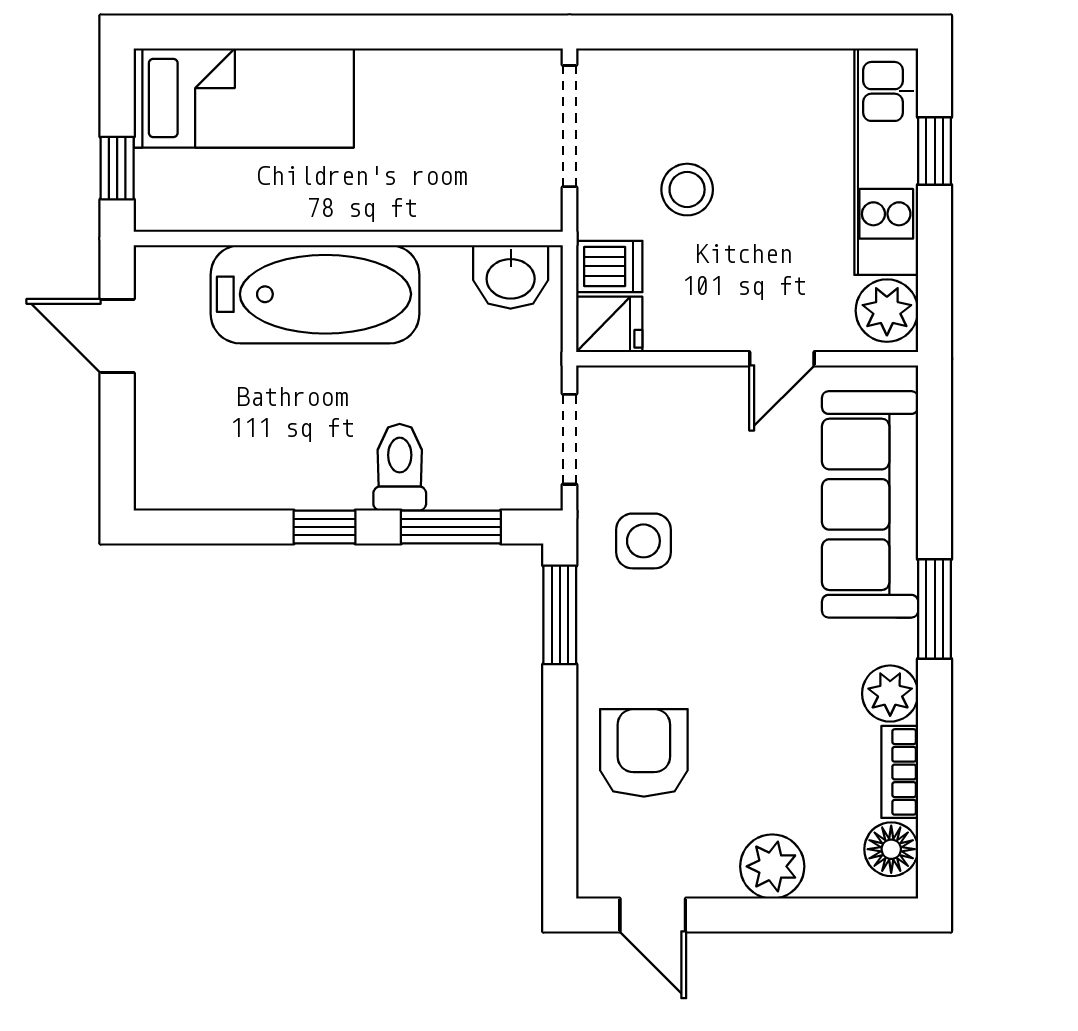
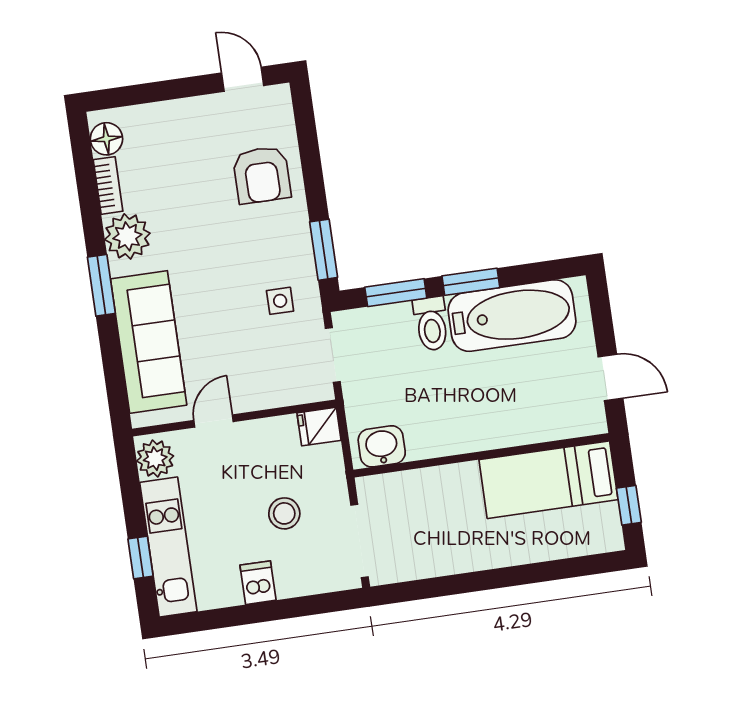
bed: (244, 98) -> (548, 480), moved
window: (117, 168) -> (629, 505), moved
dishwasher: (609, 266) -> (258, 583), moved, turned 90
bathtub: (315, 294) -> (512, 316), moved, turned 180
window: (325, 527) -> (471, 282), width x1.50
side table: (643, 541) -> (280, 301), width x0.73, depth x0.73
plant: (890, 694) -> (127, 236), width x1.36, depth x1.36
plant: (772, 866) -> (176, 118), removed

